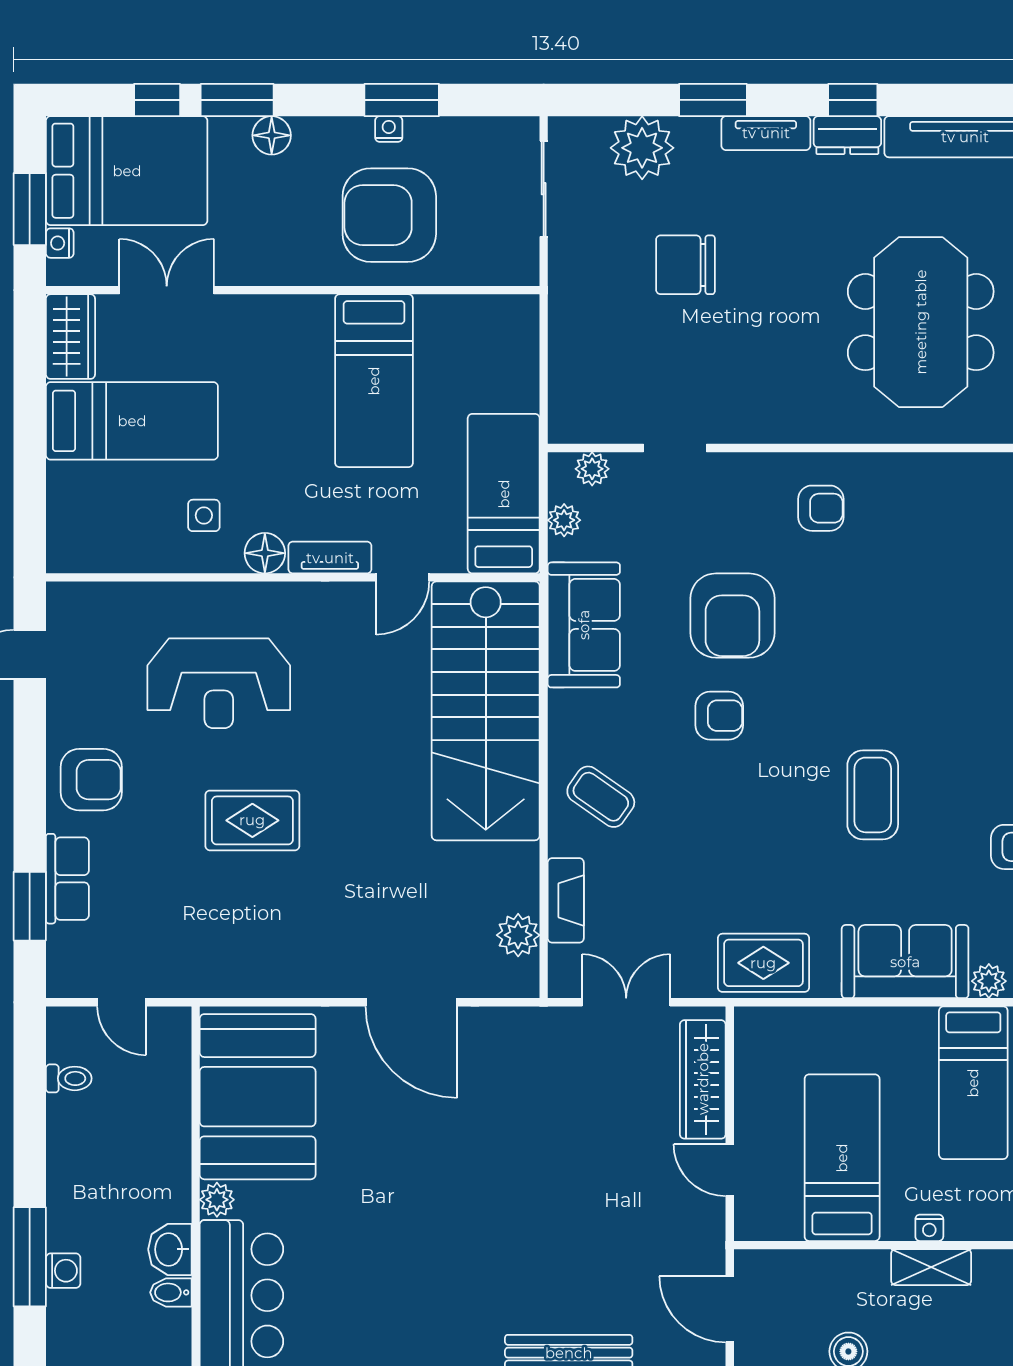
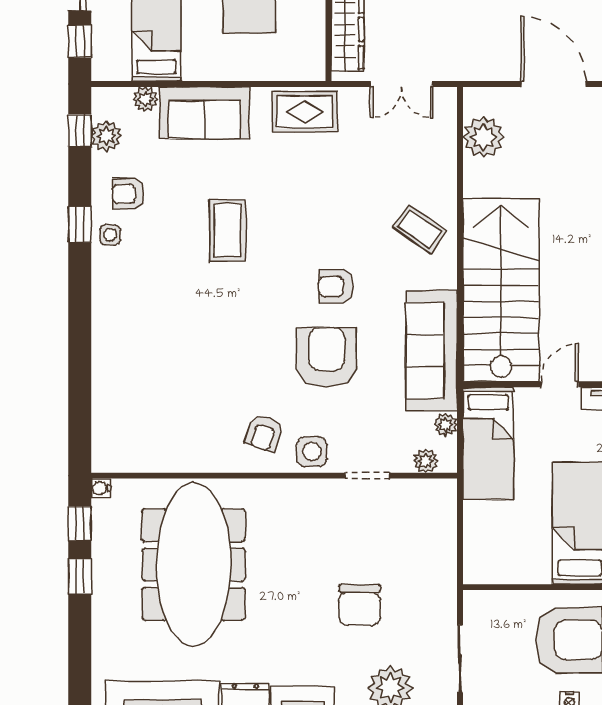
chair: (685, 265) -> (360, 605), turned 90
meeting table: (921, 322) -> (194, 565), width x1.36
side table: (753, 482) -> (312, 452), added
armchair: (821, 508) -> (264, 433), turned -72
sofa: (584, 625) -> (432, 351), width x1.36
fireplace: (566, 900) -> (444, 156), removed
plant: (518, 935) -> (484, 137), width x1.36, depth x1.36

